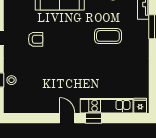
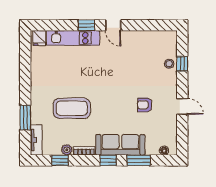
coffee table: (108, 36) -> (72, 108), width x1.36, depth x1.32

